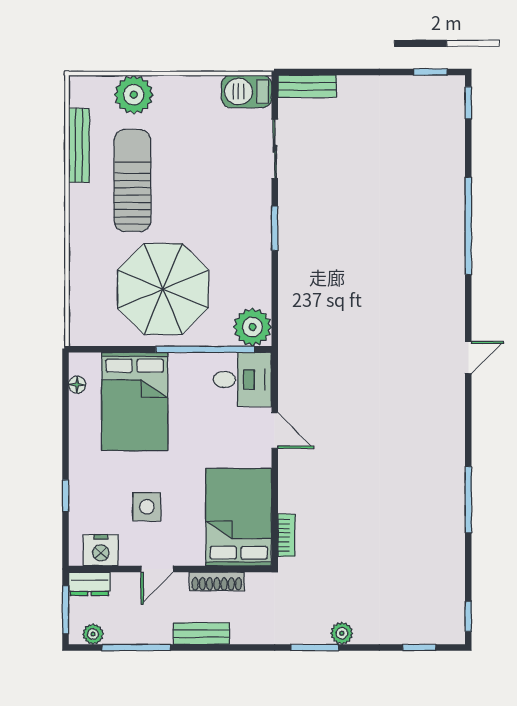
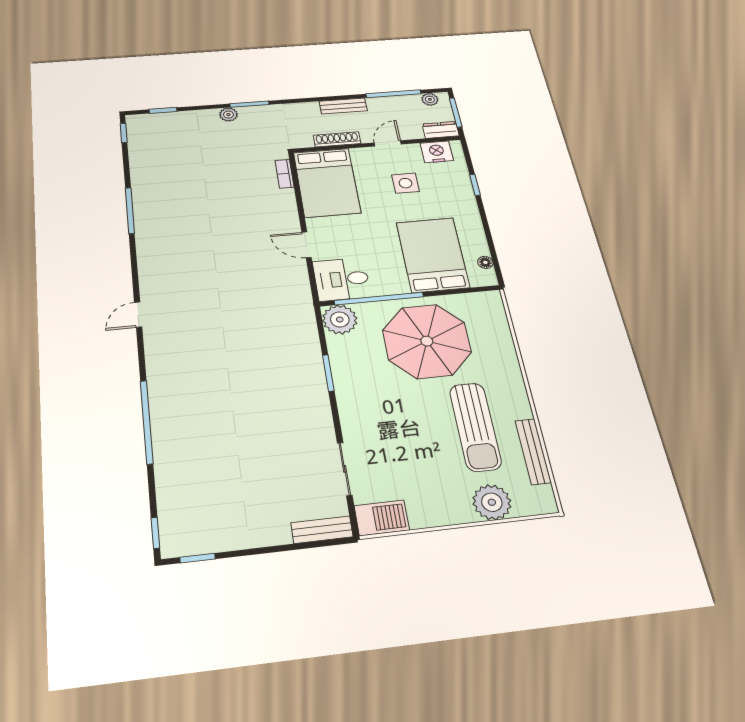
window: (275, 228) -> (328, 373), moved

